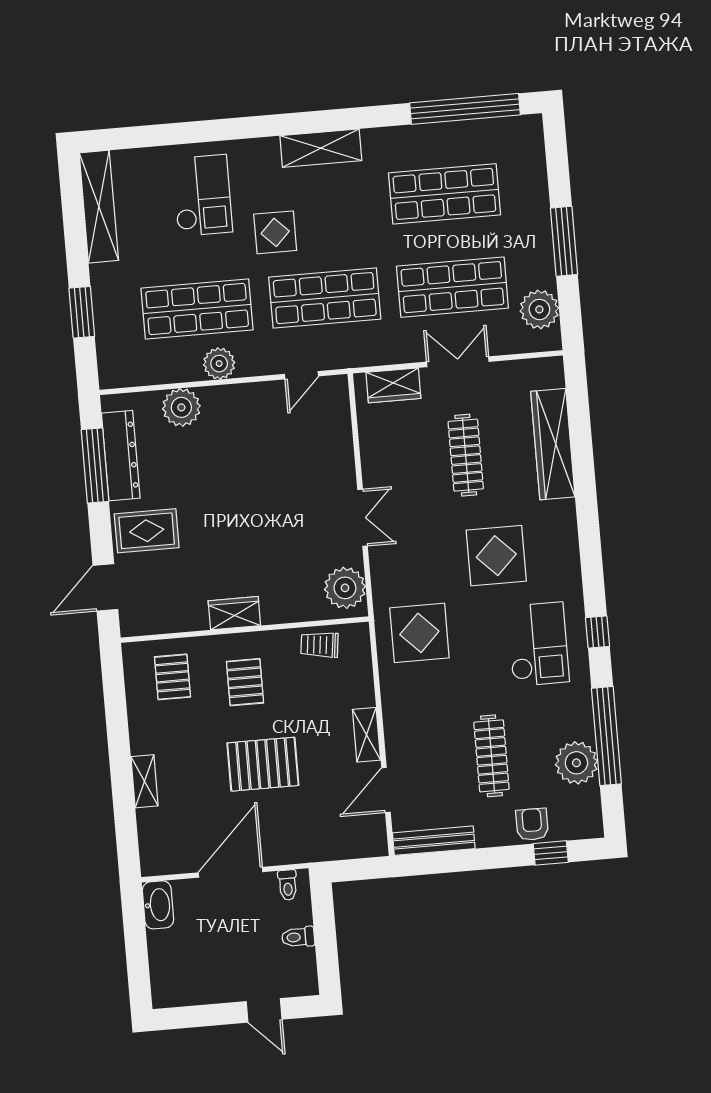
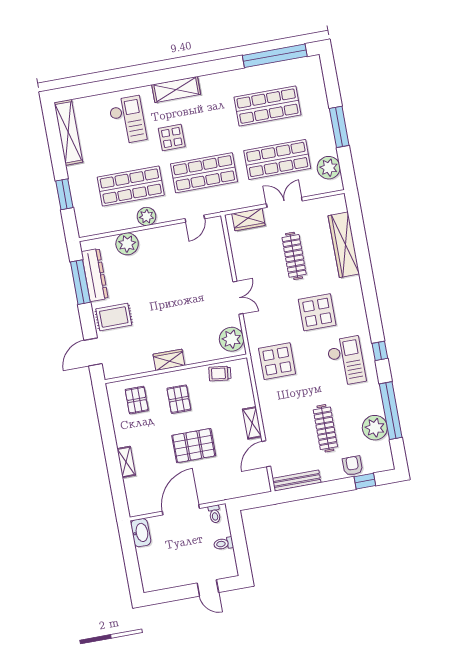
shelving: (321, 148) -> (176, 89), moved

